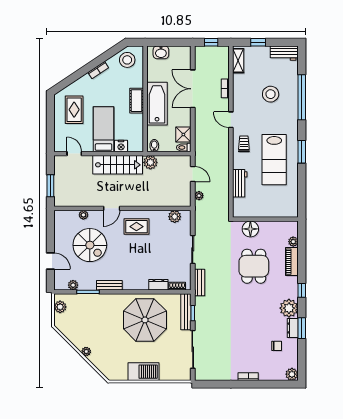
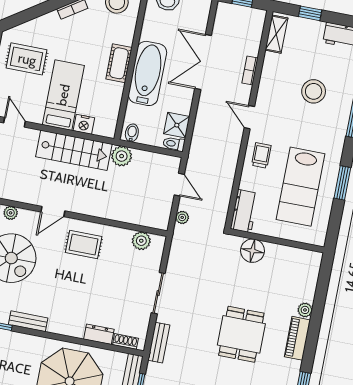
rug: (74, 110) -> (27, 59), turned 90
wall: (265, 219) -> (277, 241), moved
floor lamp: (250, 229) -> (252, 251), moved

